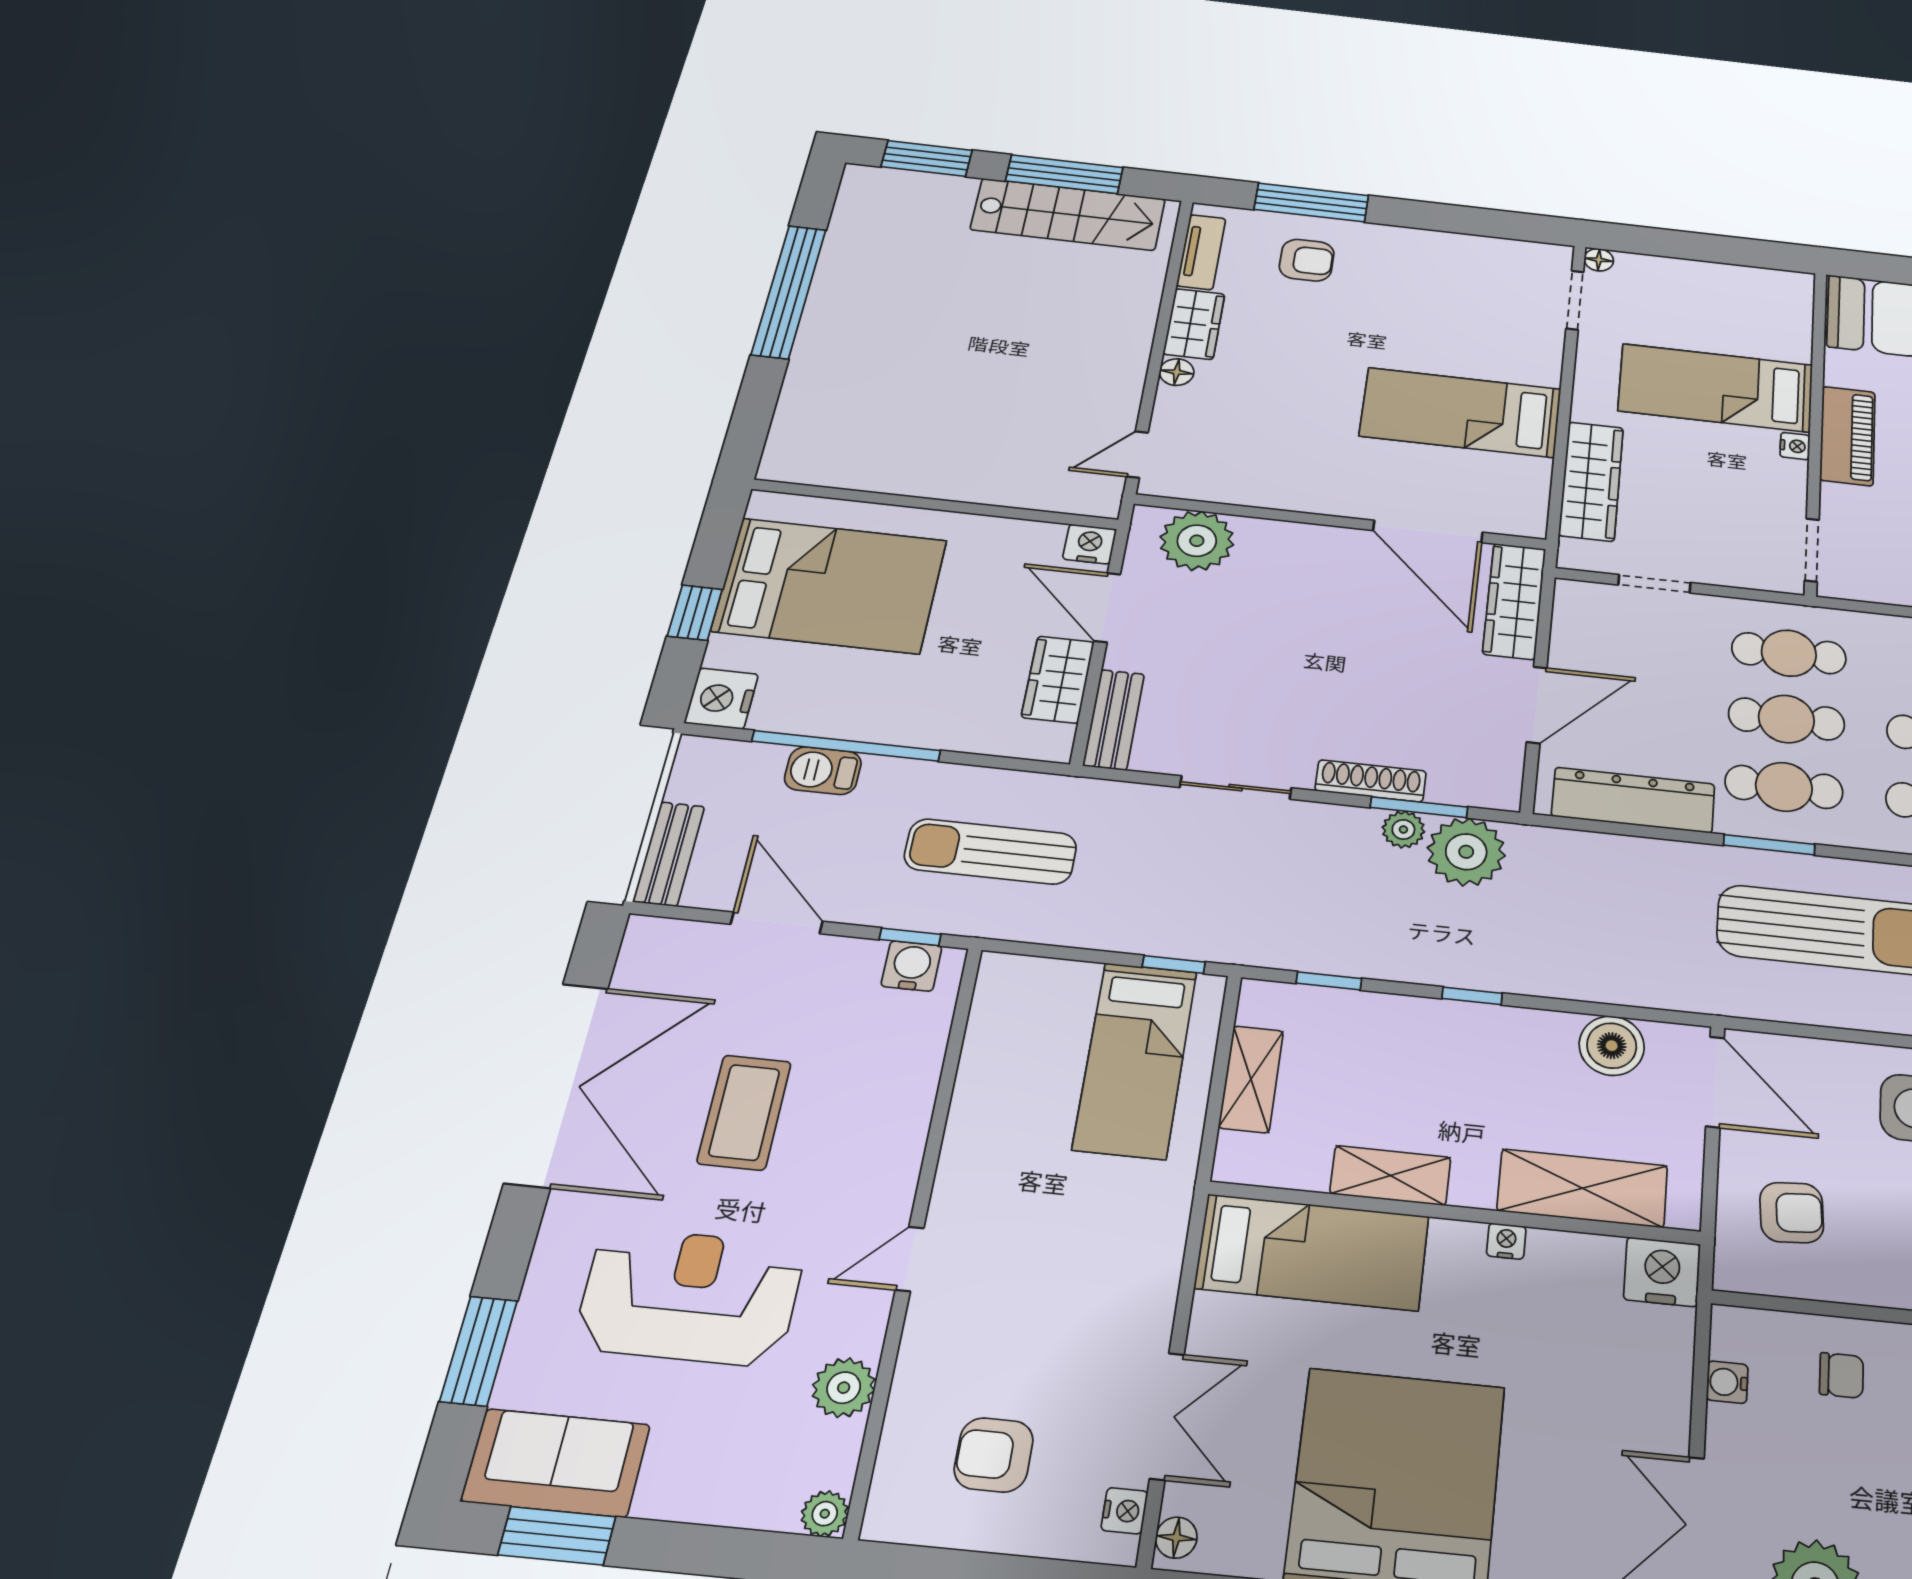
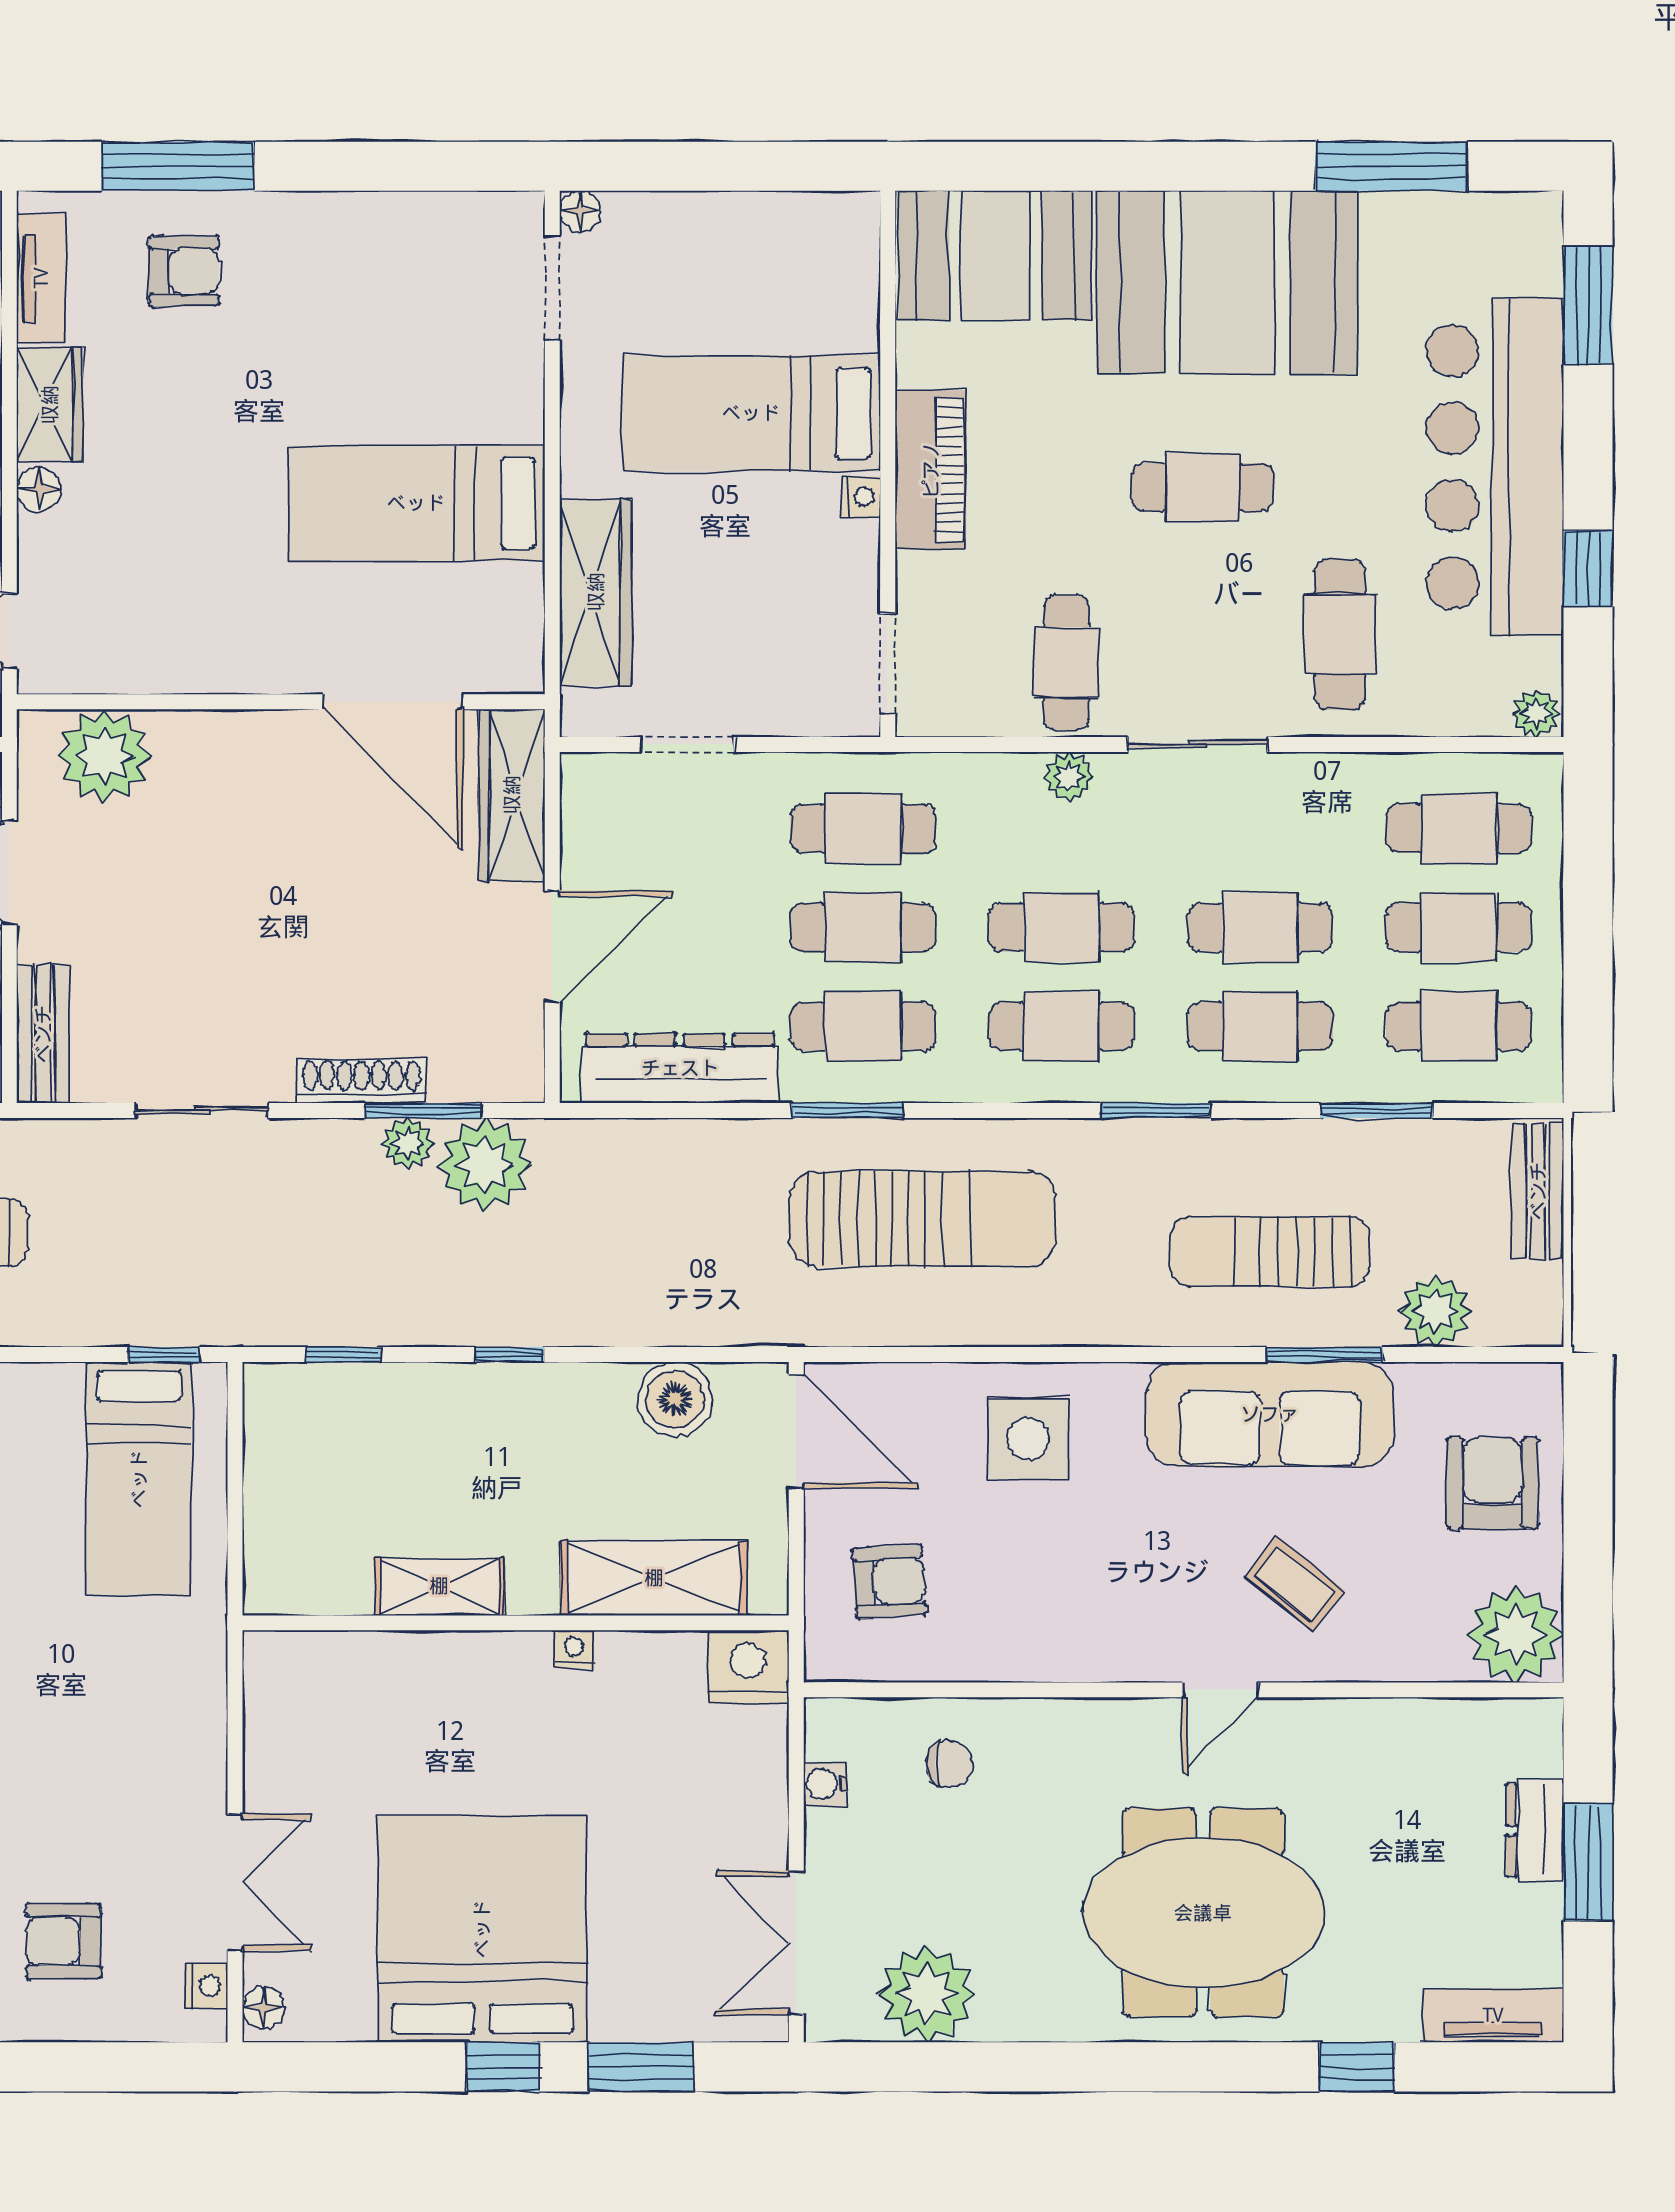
shelving: (1251, 1079) -> (271, 1488), removed
bed: (1312, 1252) -> (364, 1685), removed

